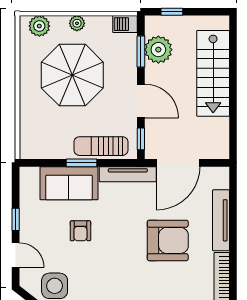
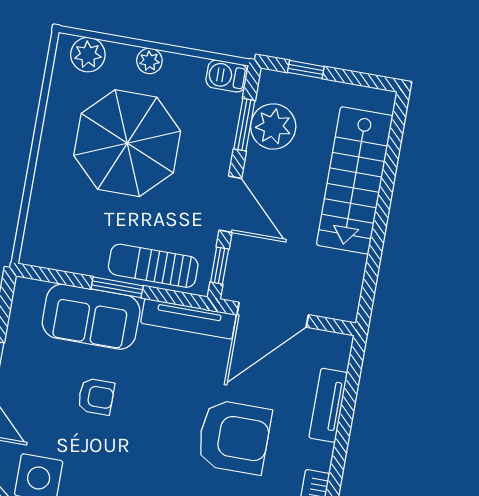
tv unit: (221, 220) -> (328, 405), width x0.71
armchair: (80, 231) -> (96, 397), turned -90

